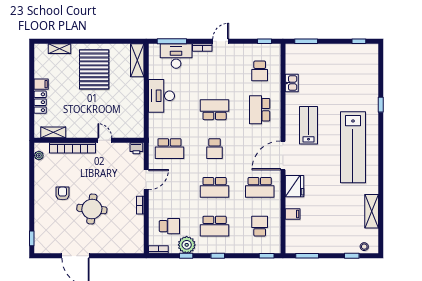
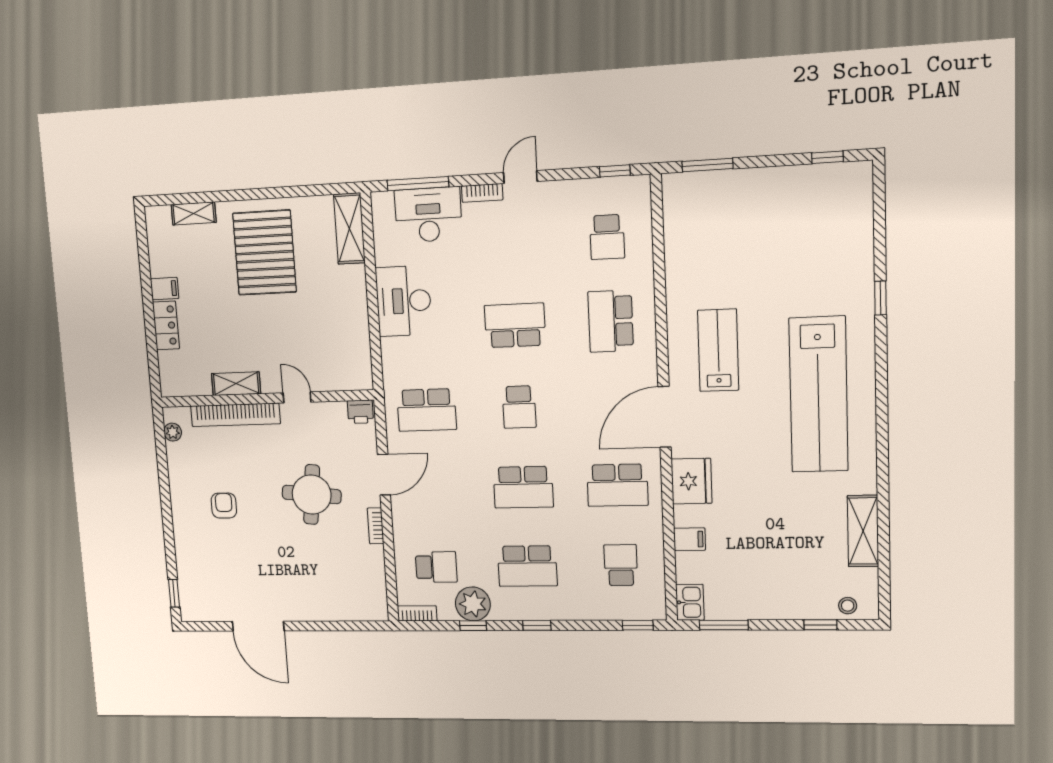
kitchen sink: (292, 83) -> (690, 602), moved
shelving: (53, 132) -> (236, 384), moved
round table: (92, 209) -> (312, 494), moved

